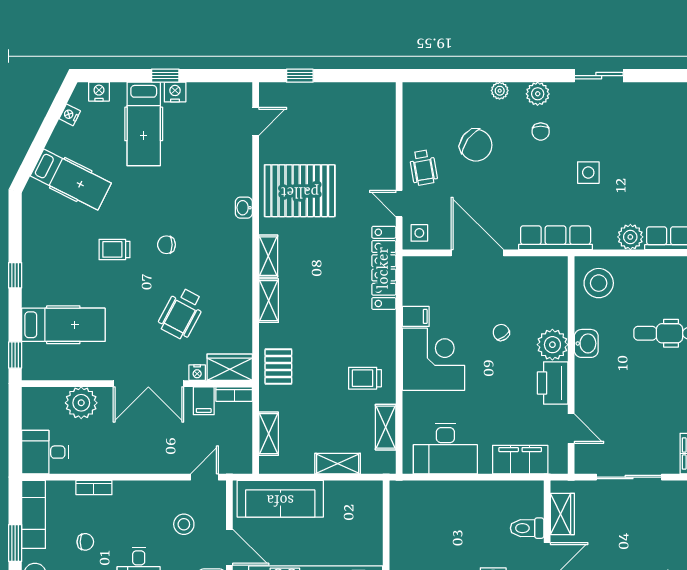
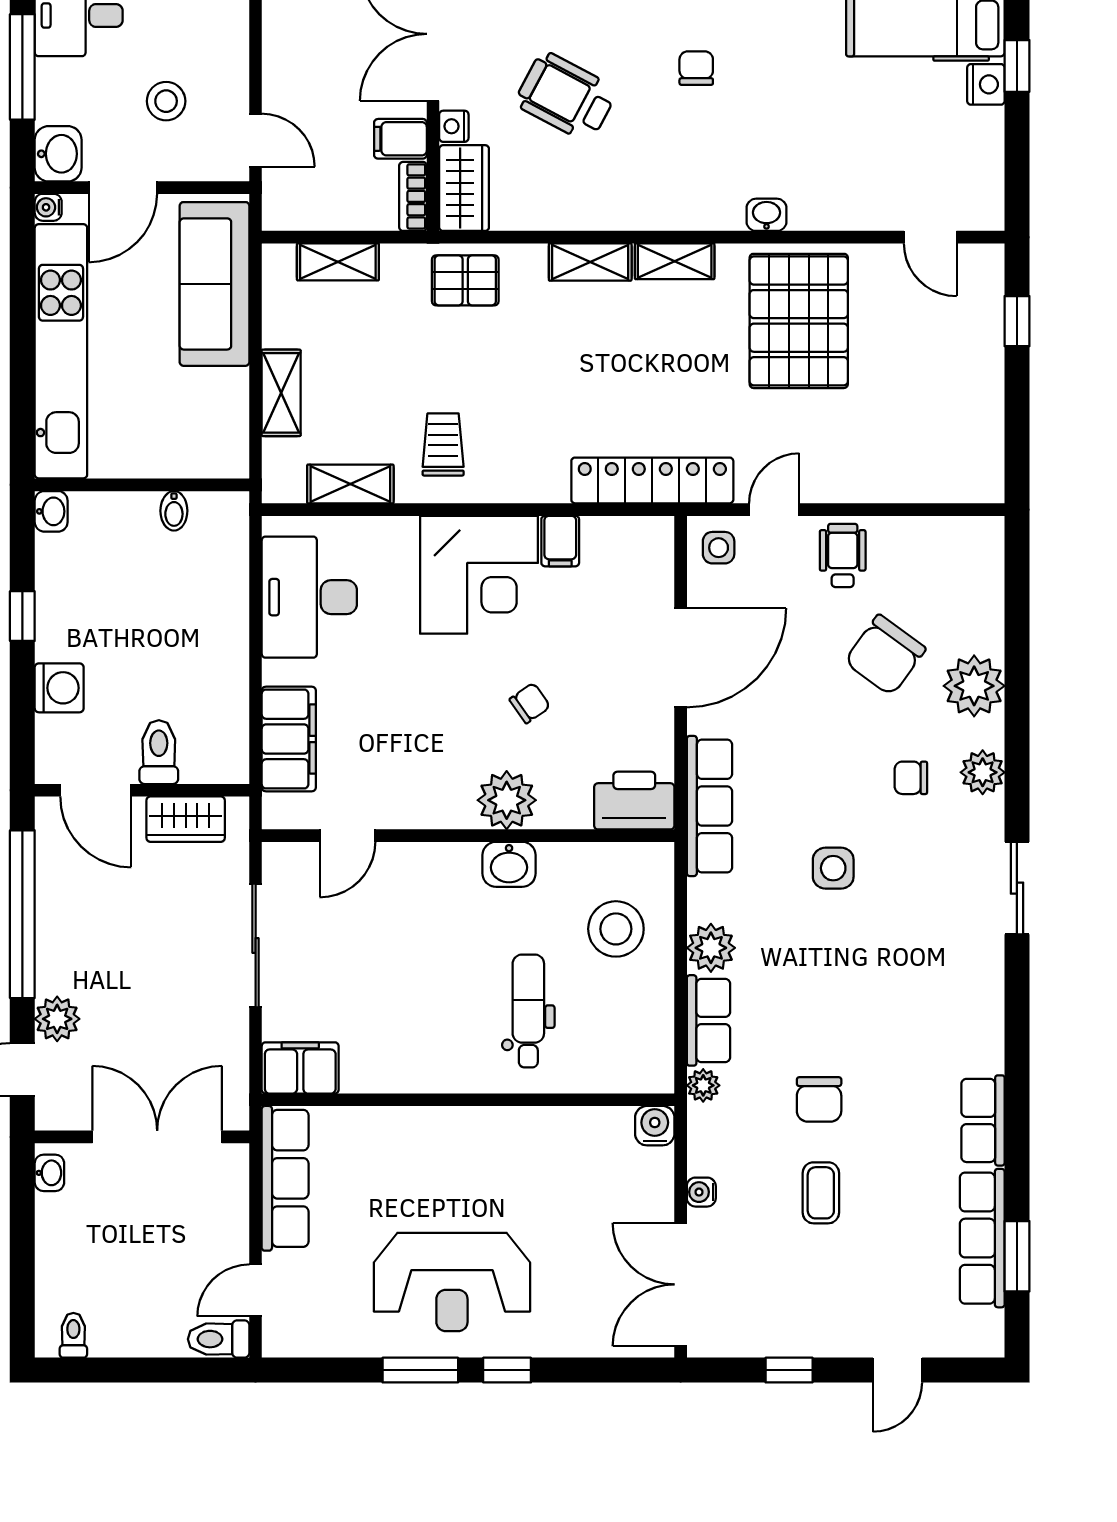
plant: (500, 91) -> (974, 686), width x1.87, depth x1.87
wheelchair: (423, 168) -> (843, 555), turned 100
stool: (599, 283) -> (616, 929), moved
printer: (553, 383) -> (634, 801), moved
bidet: (400, 520) -> (174, 511), added

